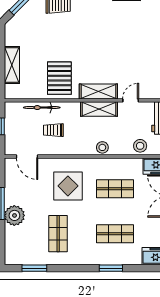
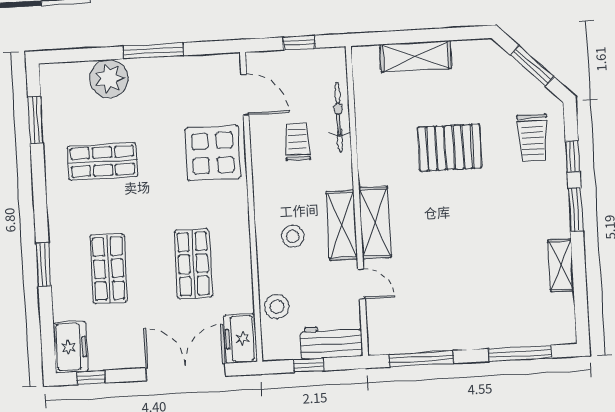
pallet: (59, 78) -> (450, 148), moved
stool: (102, 147) -> (293, 236), moved
door: (27, 156) -> (245, 95), swing flipped
display table: (68, 186) -> (213, 153), moved
plant: (14, 215) -> (109, 79), moved

